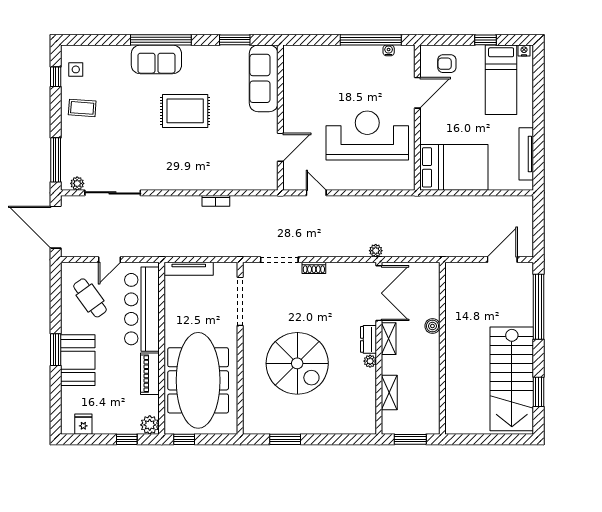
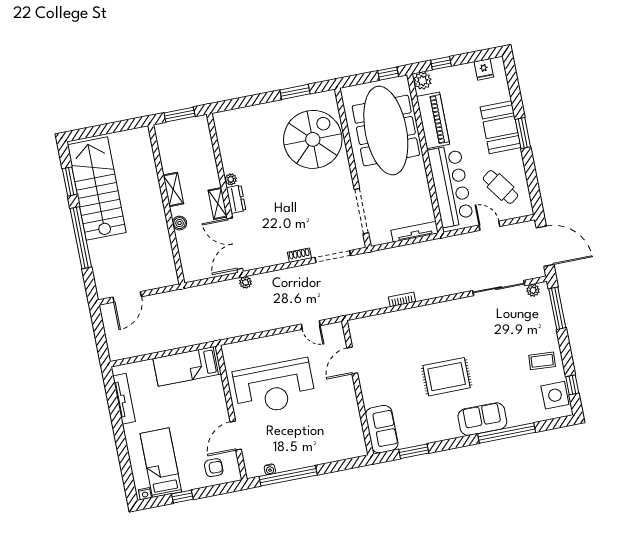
window: (161, 40) -> (507, 433), moved
side table: (76, 69) -> (555, 395), width x1.87, depth x1.87
sofa: (264, 78) -> (382, 429), width x0.73
bed: (454, 167) -> (187, 366), width x0.67
door: (109, 260) -> (489, 226), hinge flipped
window: (539, 307) -> (81, 238), moved
spiral stairs: (297, 363) -> (313, 139), moved, turned 90
piano: (150, 374) -> (433, 120), width x1.37, depth x1.33
shelving: (389, 393) -> (173, 189), moved

